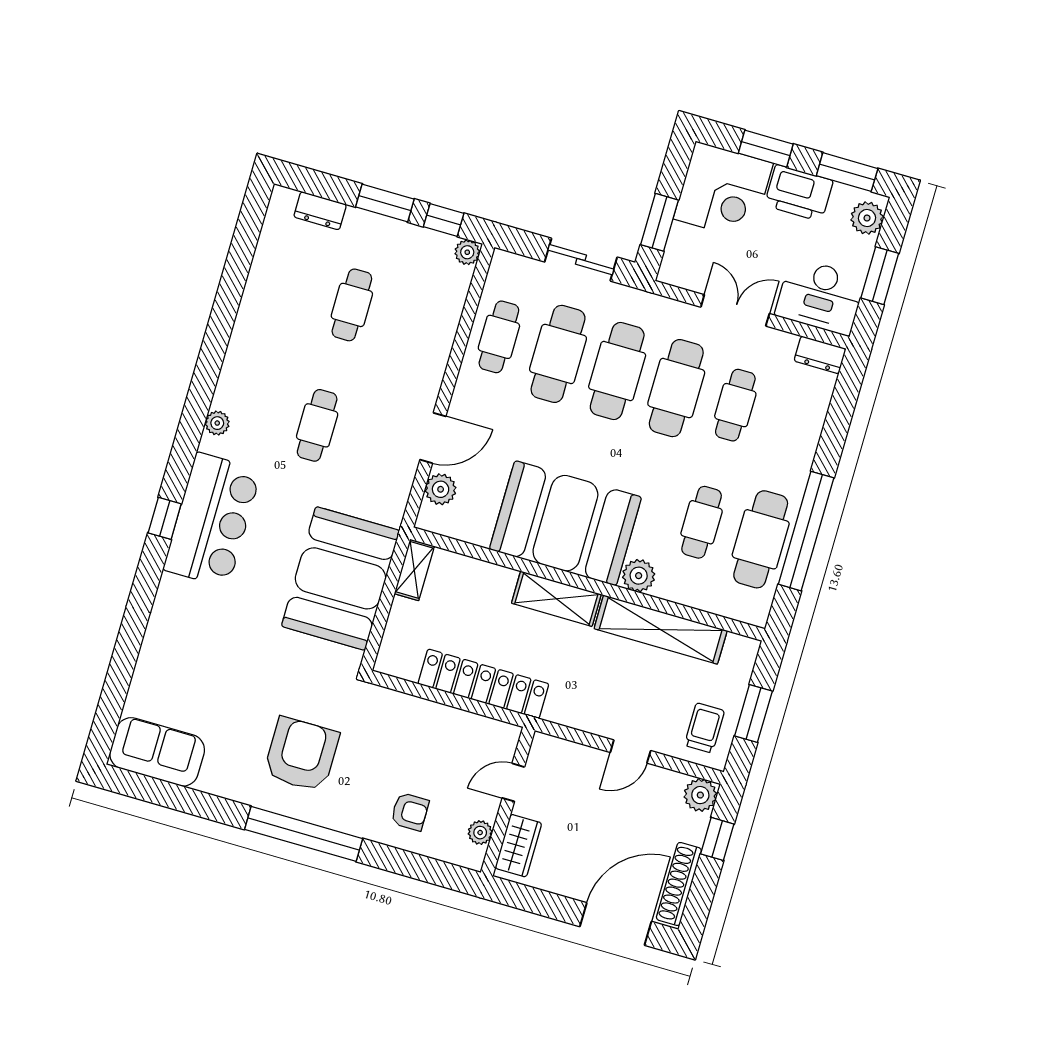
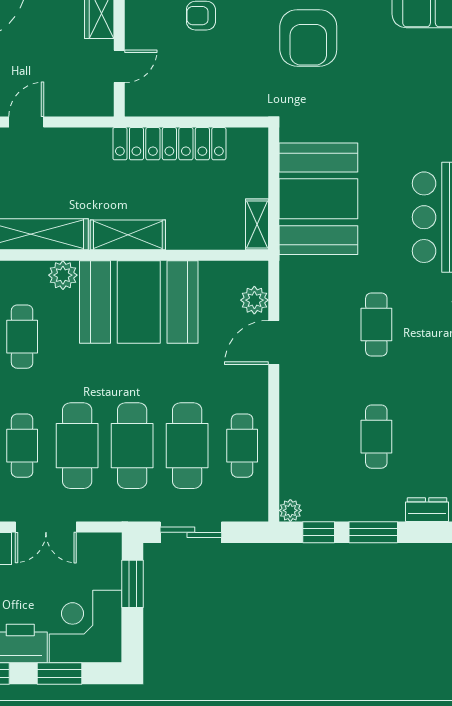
plant: (480, 833) -> (135, 15), removed

